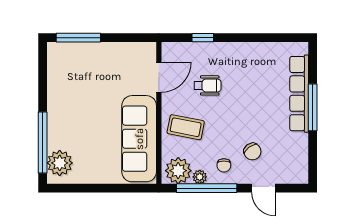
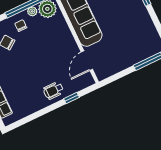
wheelchair: (208, 85) -> (53, 90), moved
coffee table: (186, 127) -> (56, 38), removed

